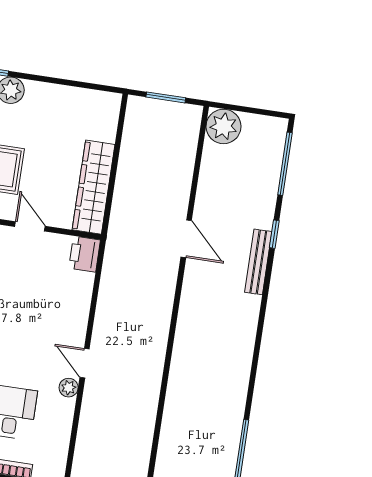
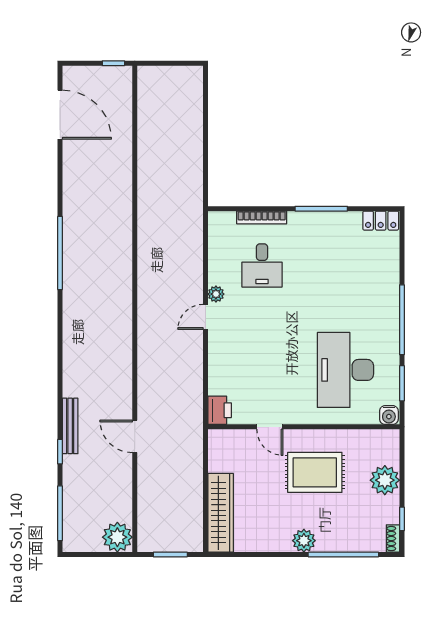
wardrobe: (94, 187) -> (221, 513), moved
door: (85, 363) -> (205, 317), swing flipped

